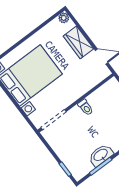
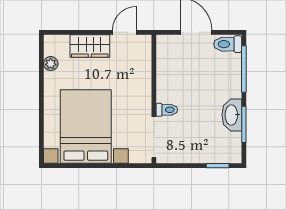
plant: (64, 18) -> (51, 64), moved
toilet: (86, 107) -> (167, 110), moved

